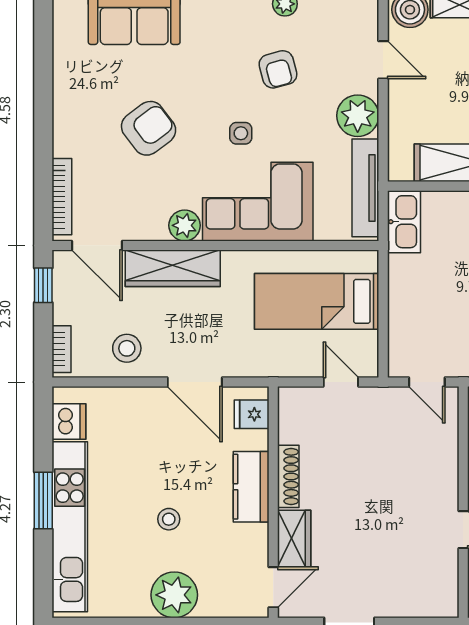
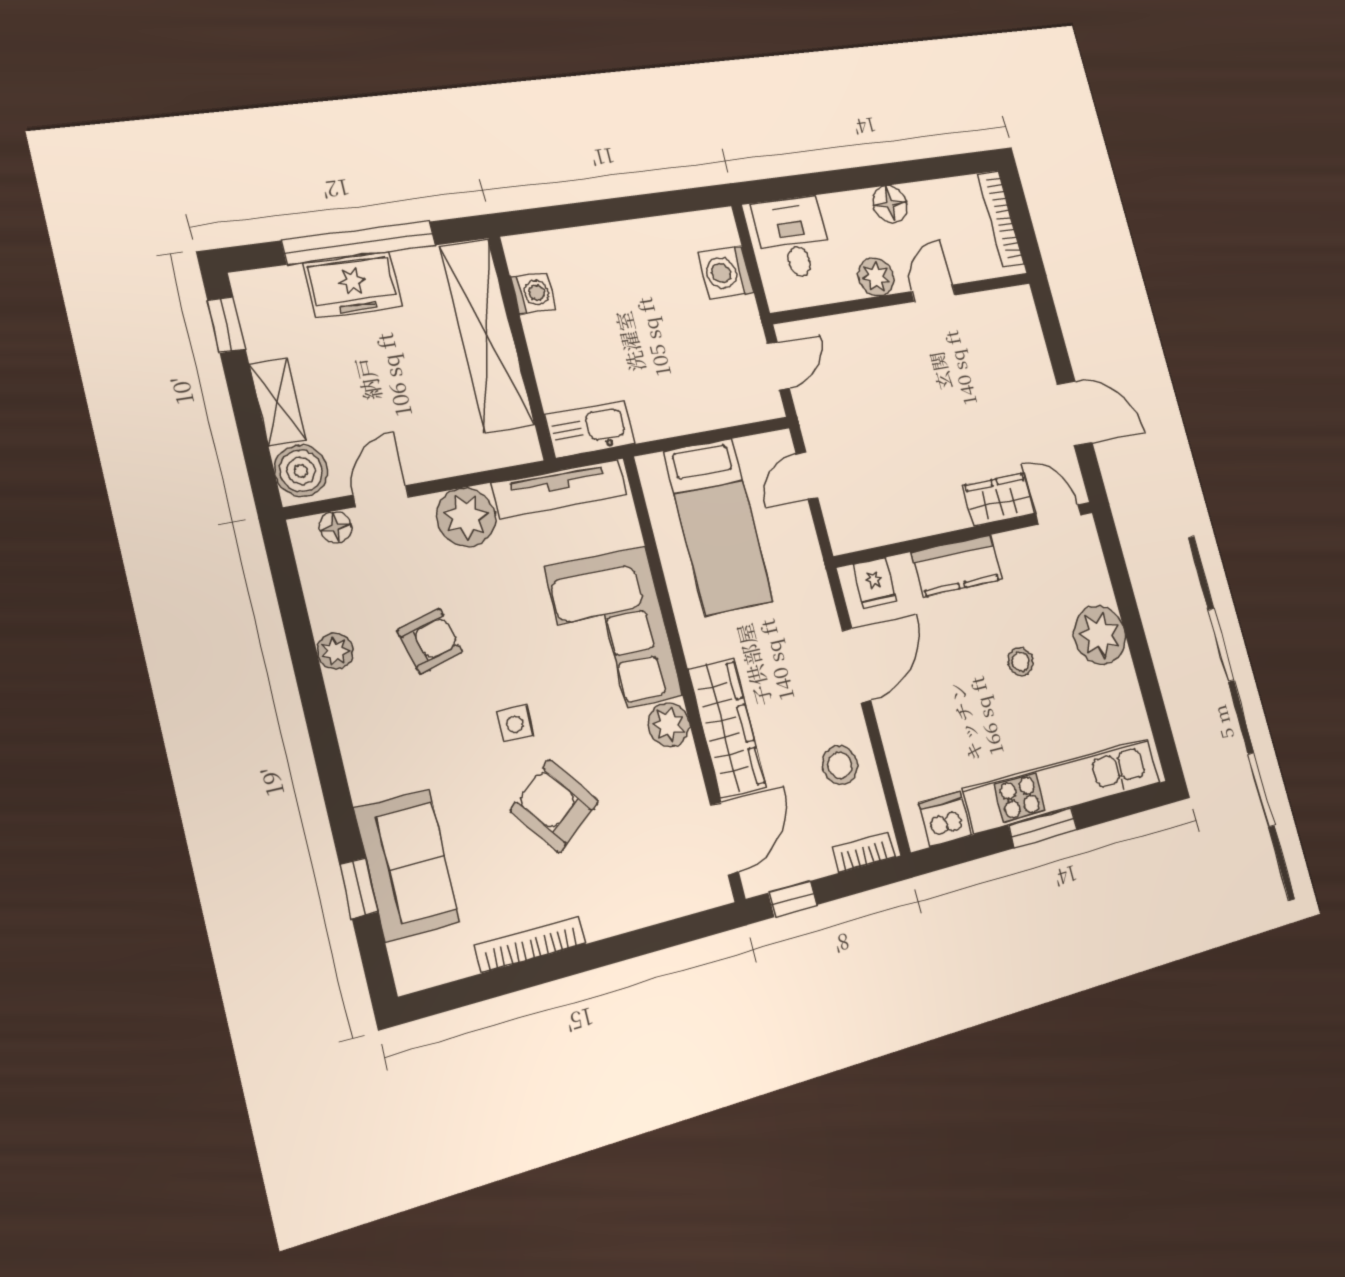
floor lamp: (368, 24) -> (335, 527), added
side table: (241, 133) -> (515, 724), moved
bookcase: (62, 197) -> (530, 944), moved
shoe rack: (288, 476) -> (933, 521), removed

